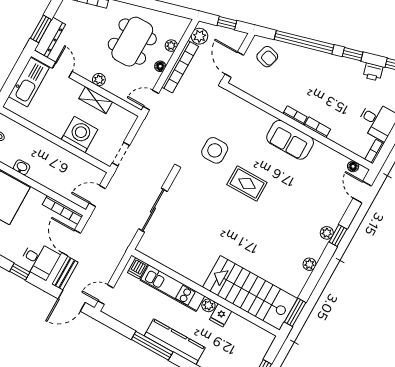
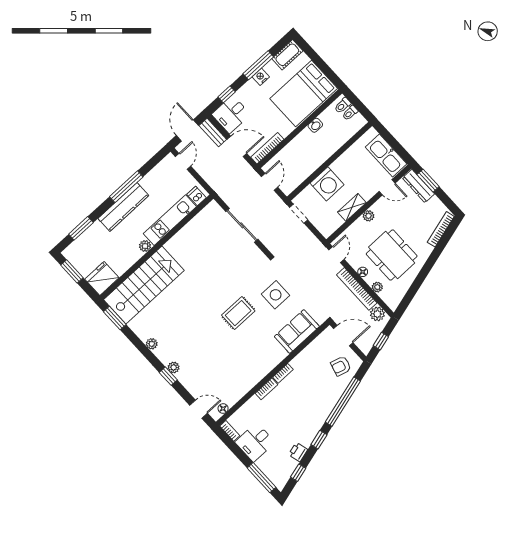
sofa: (290, 140) -> (297, 332), moved
fridge: (221, 315) -> (102, 278), moved, width x1.88, depth x1.34

